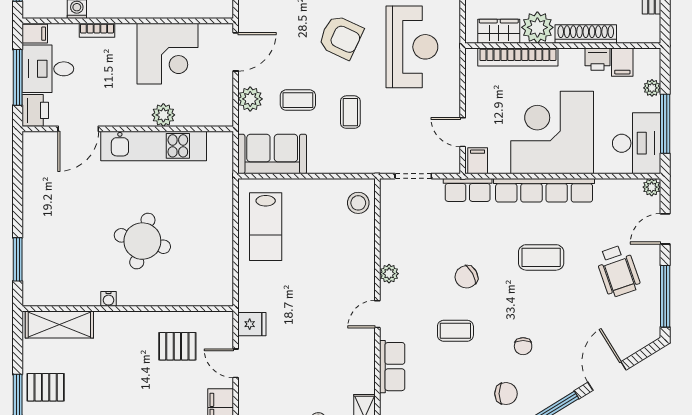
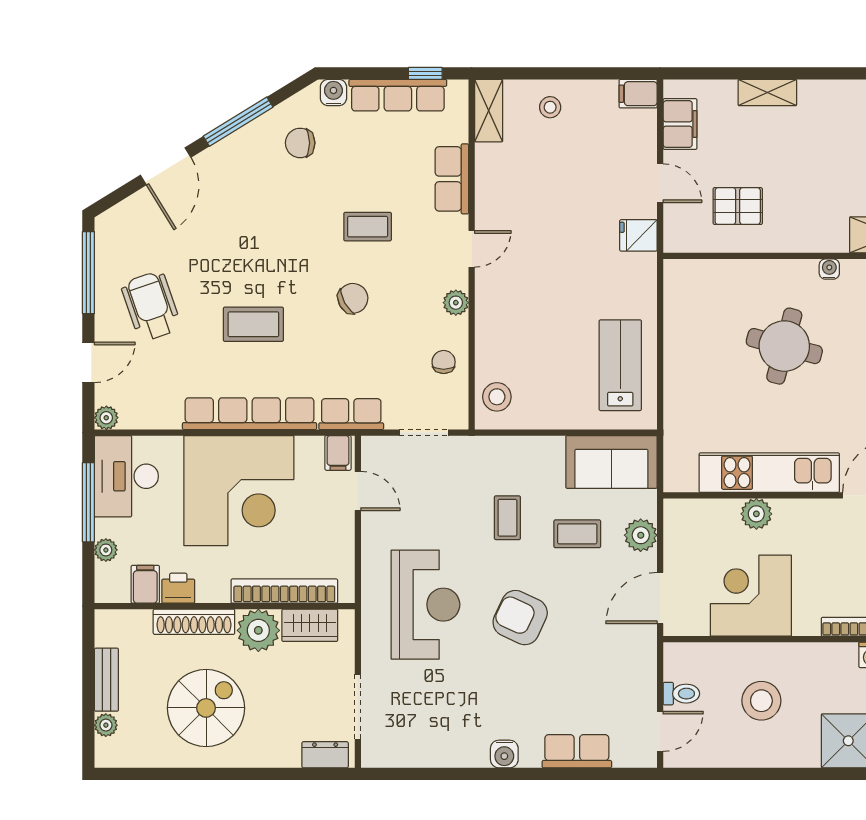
reception desk: (412, 47) -> (425, 605), turned 180
chair: (523, 346) -> (444, 362), moved

